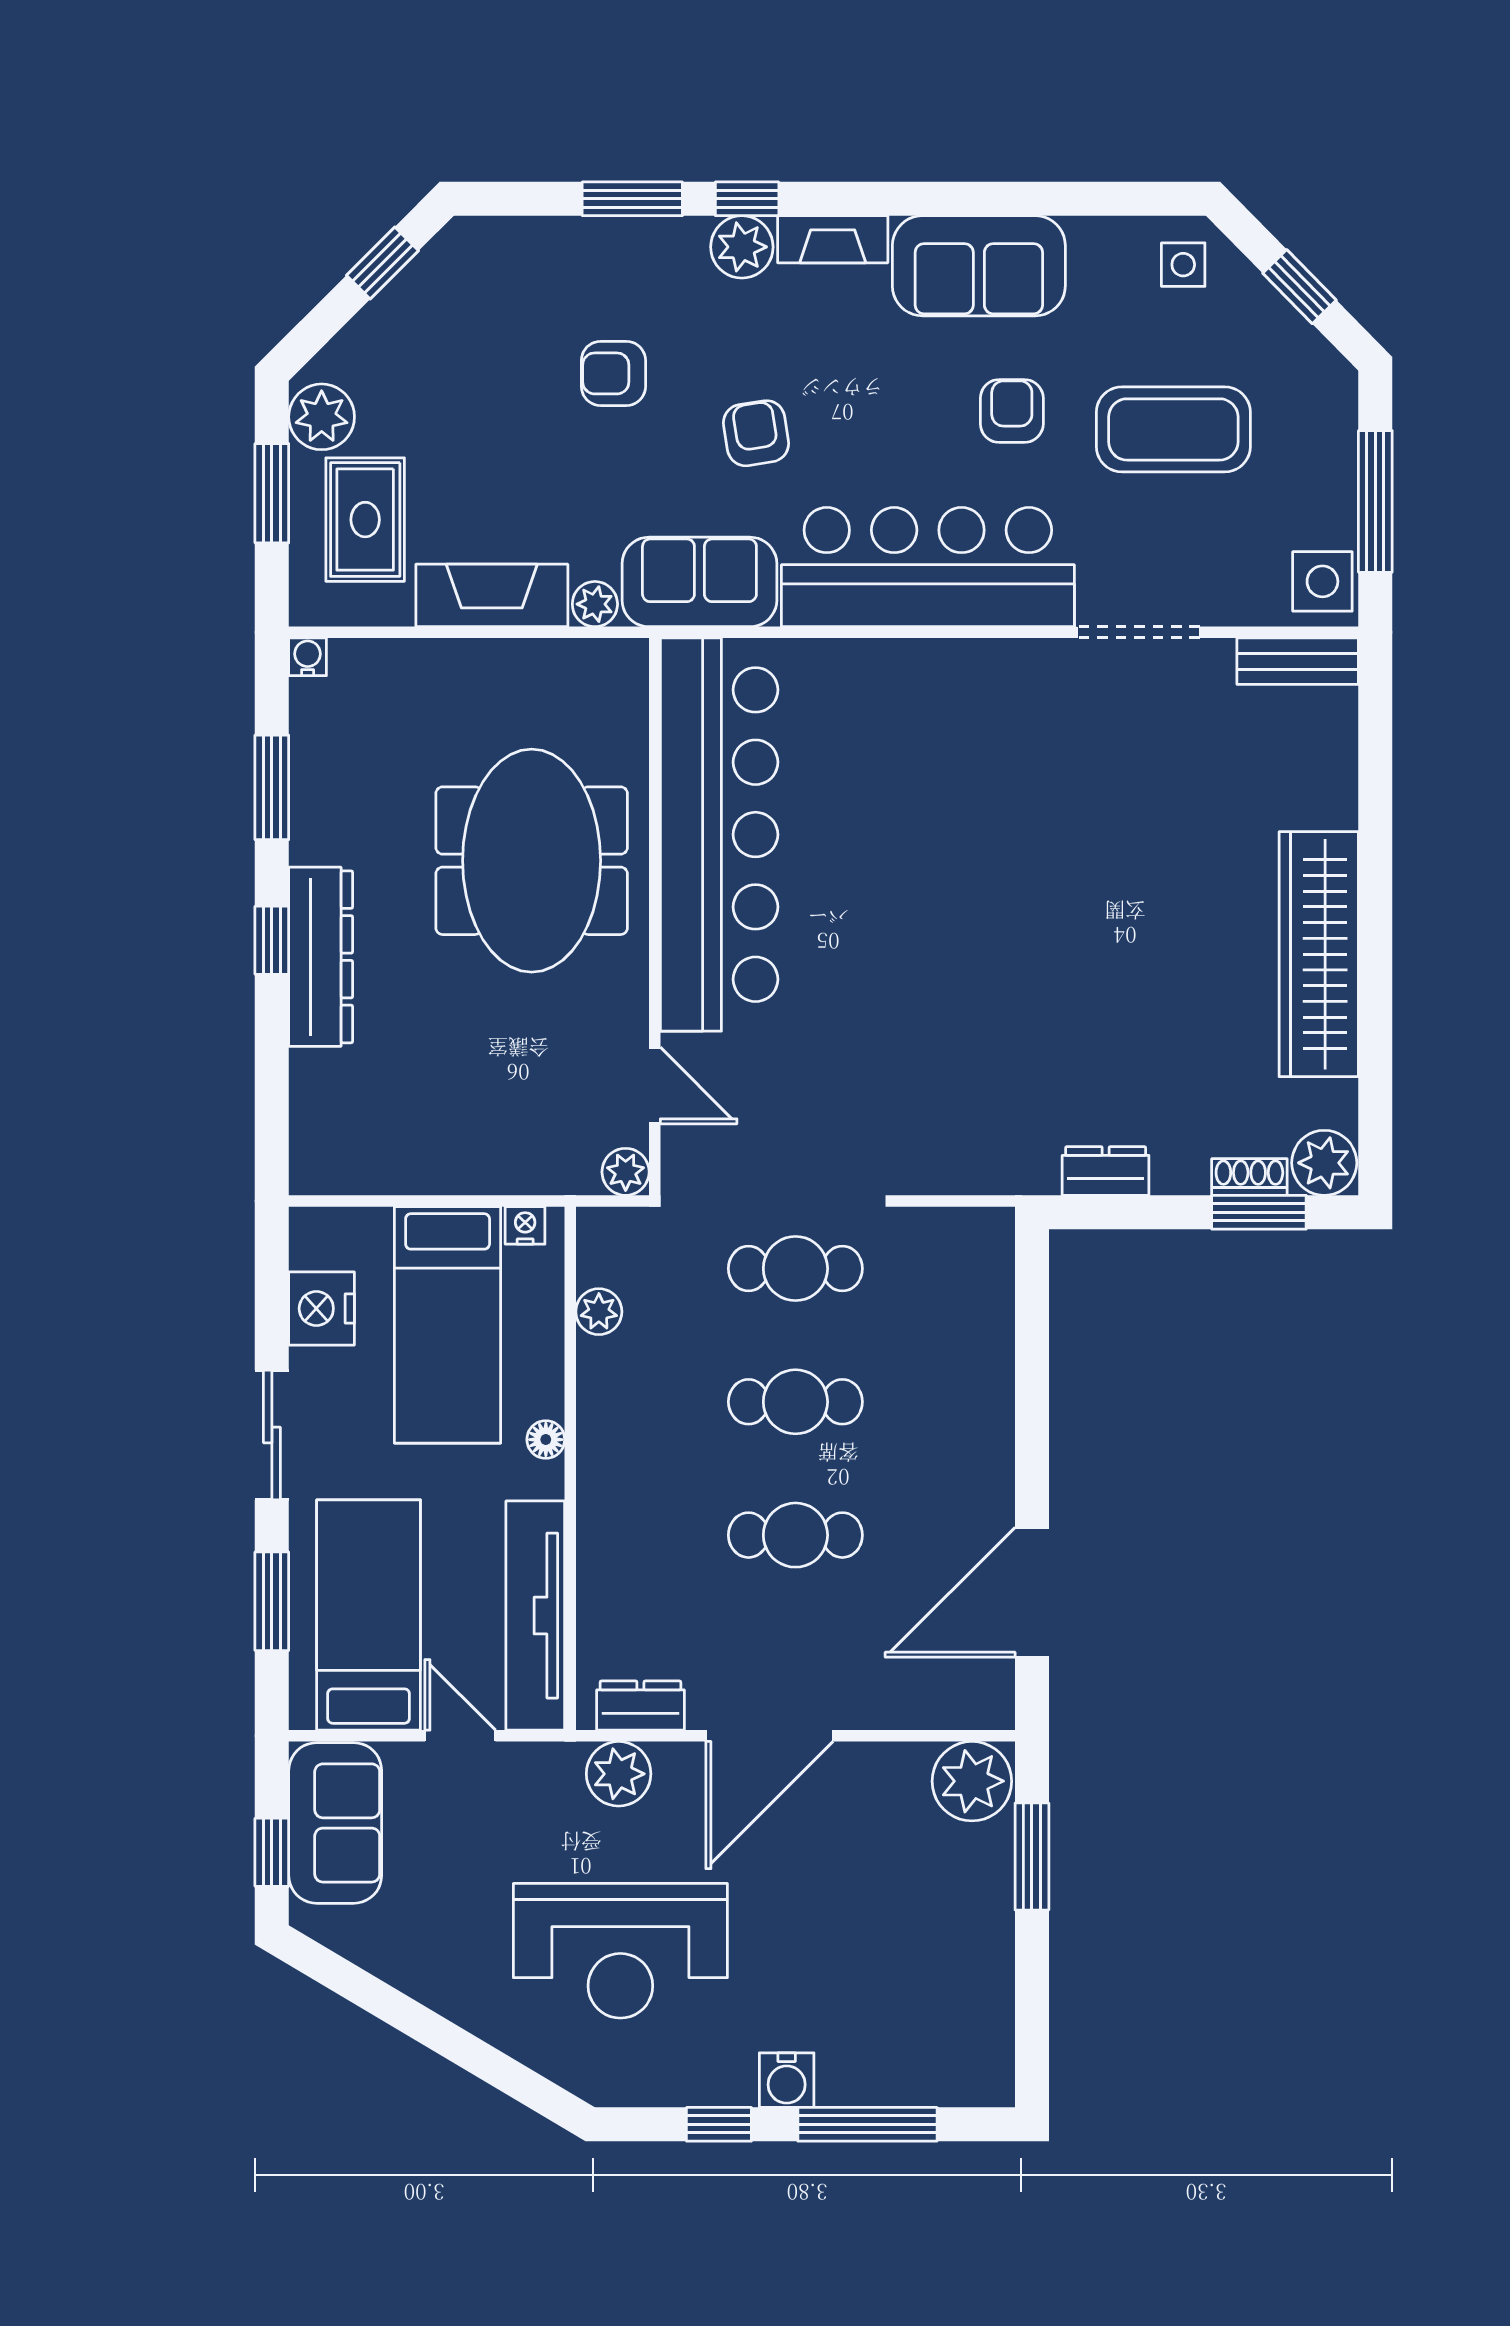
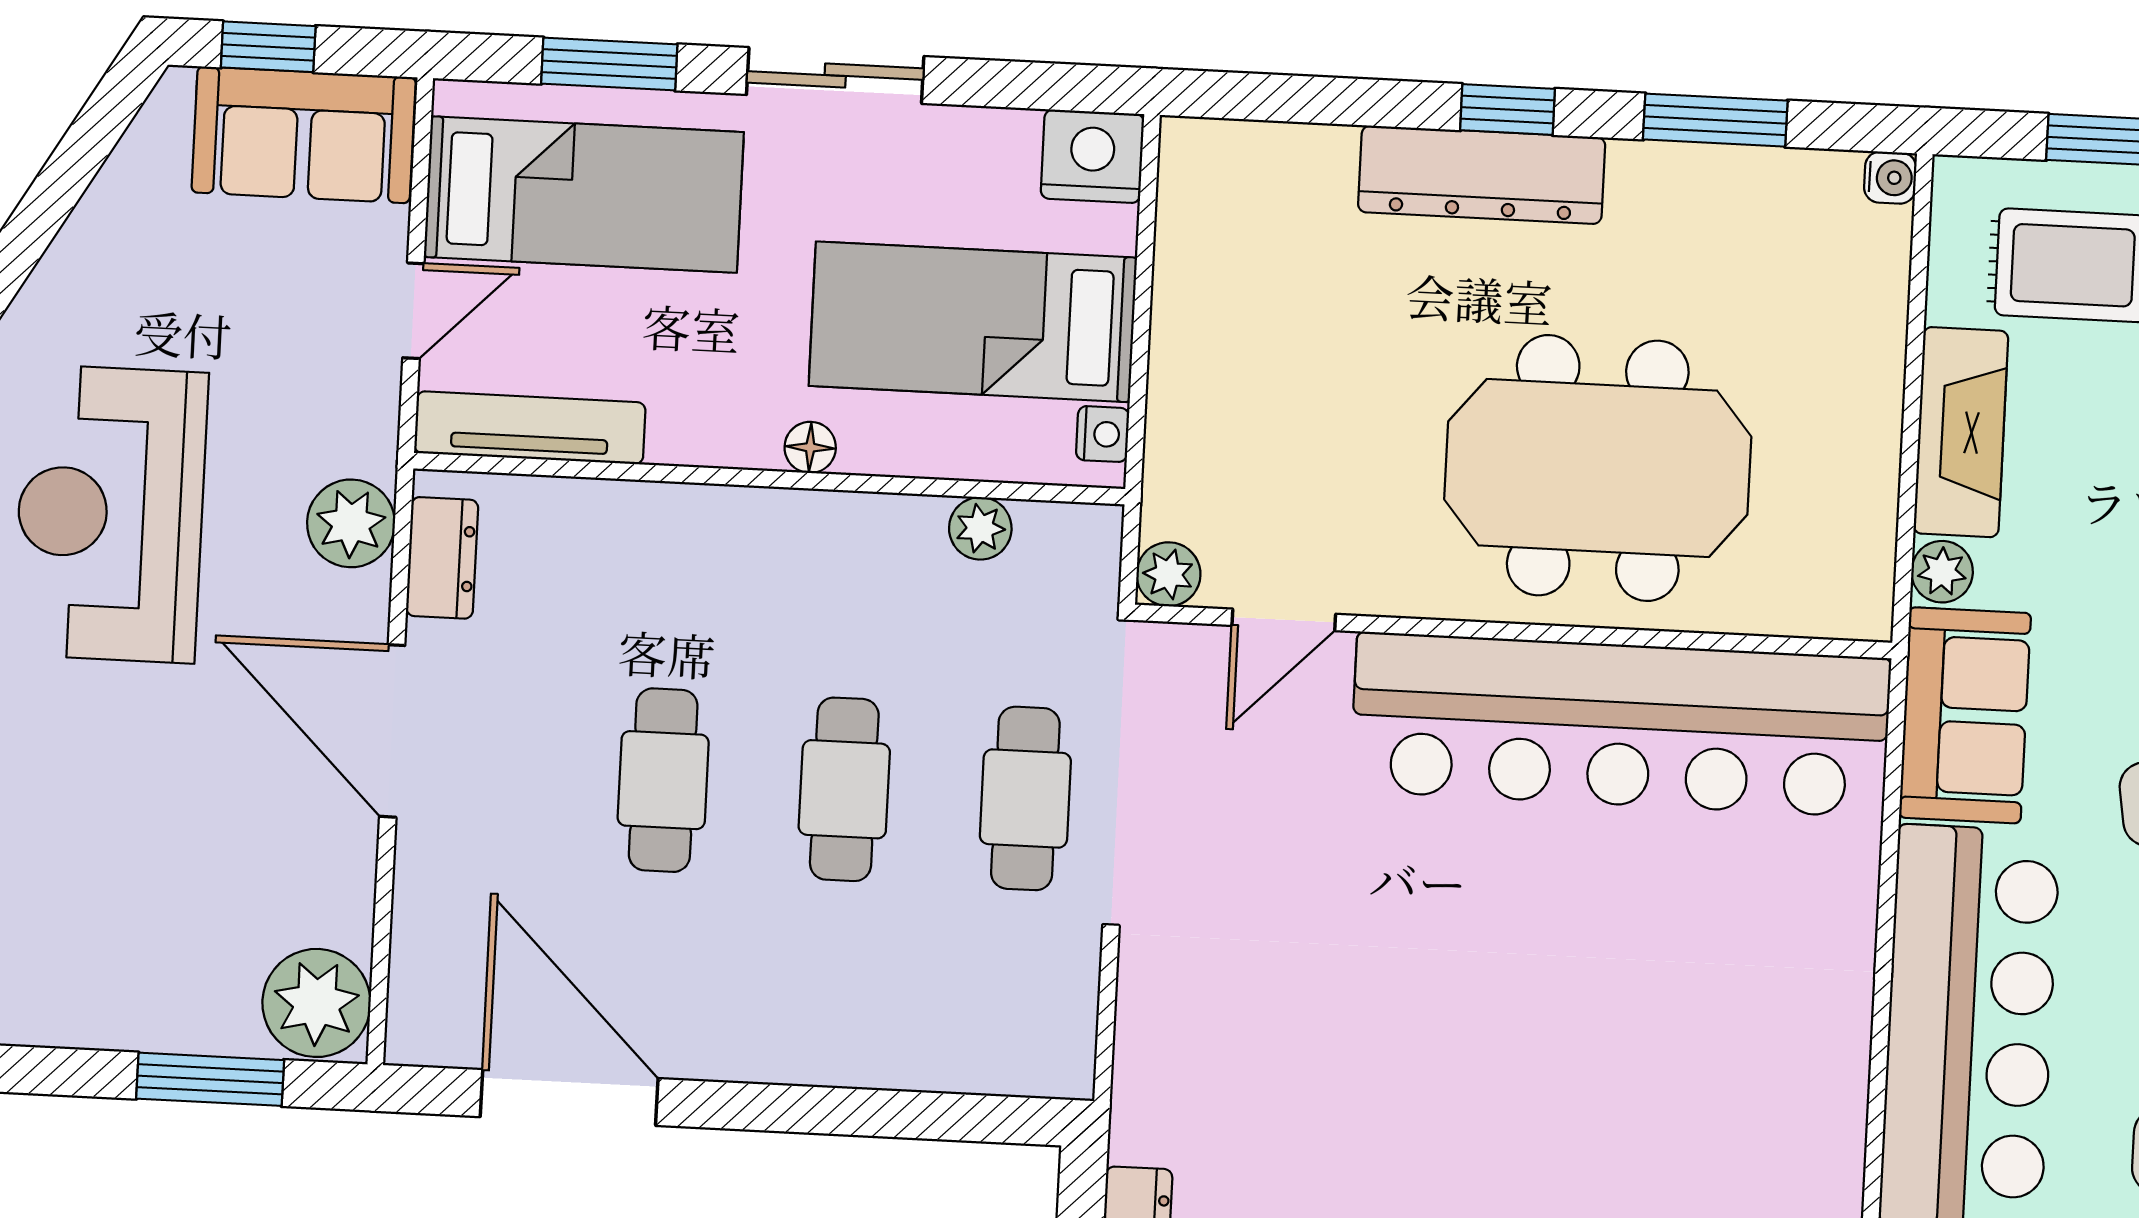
nightstand: (322, 1309) -> (1092, 156), moved
tv unit: (535, 1616) -> (530, 428), width x0.73, depth x0.78

